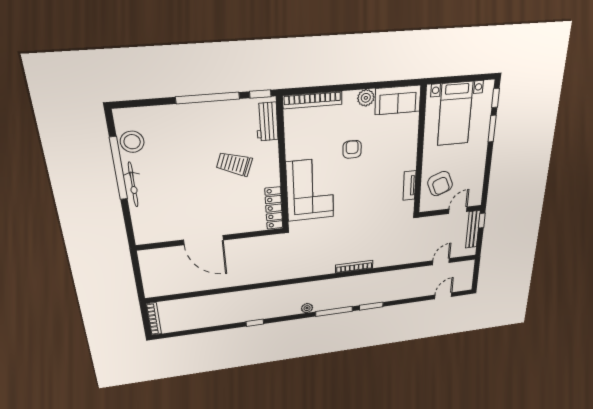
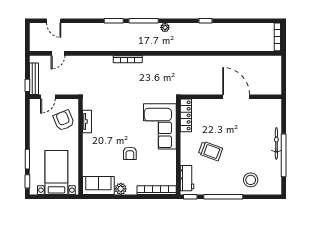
stool: (132, 142) -> (251, 180), moved
door: (443, 296) -> (54, 21), hinge flipped

